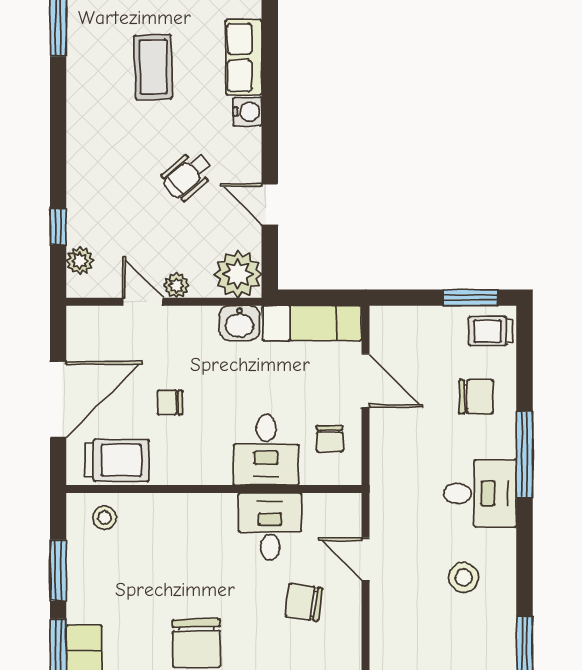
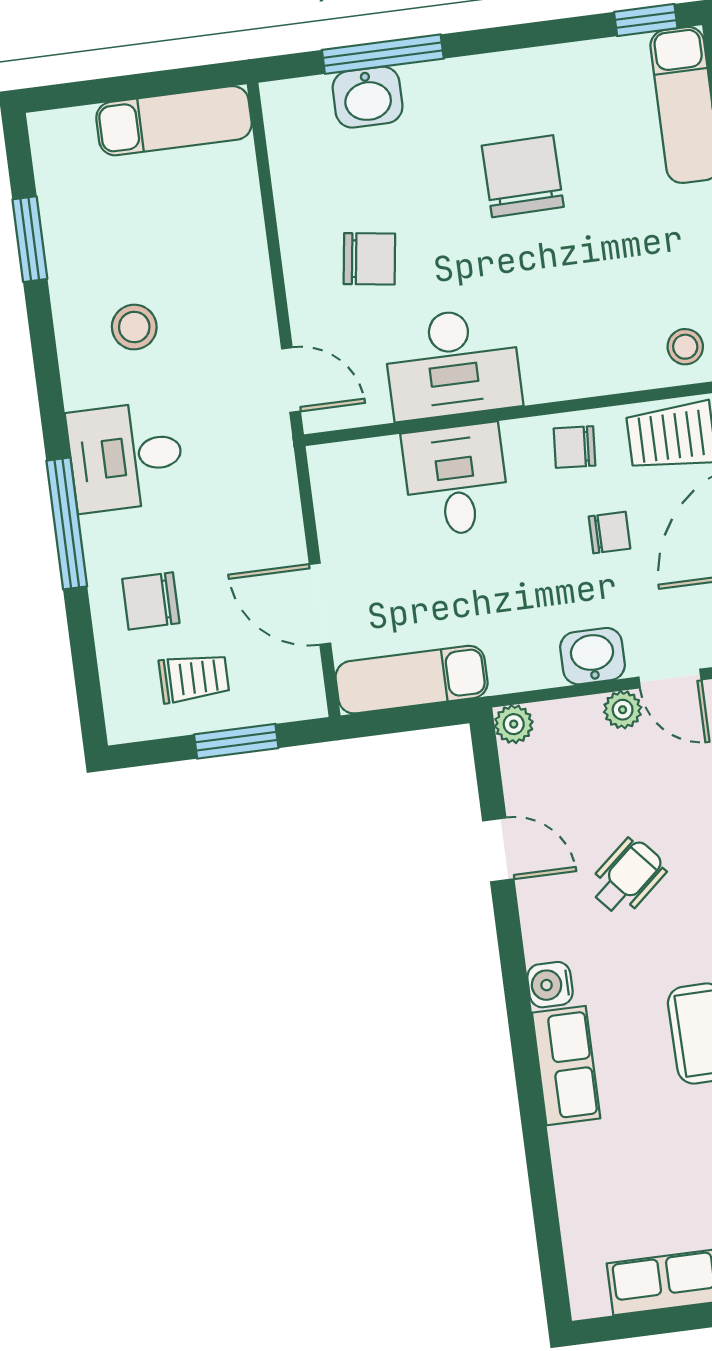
plant: (238, 274) -> (514, 724), width x0.53, depth x0.53
window: (470, 298) -> (236, 741), moved
washbasin: (239, 323) -> (593, 656), moved
trolley: (491, 331) -> (194, 678), moved
chair: (330, 439) -> (575, 447), moved, turned -86
desk: (270, 527) -> (453, 364), width x1.37
door: (365, 559) -> (291, 380), moved

